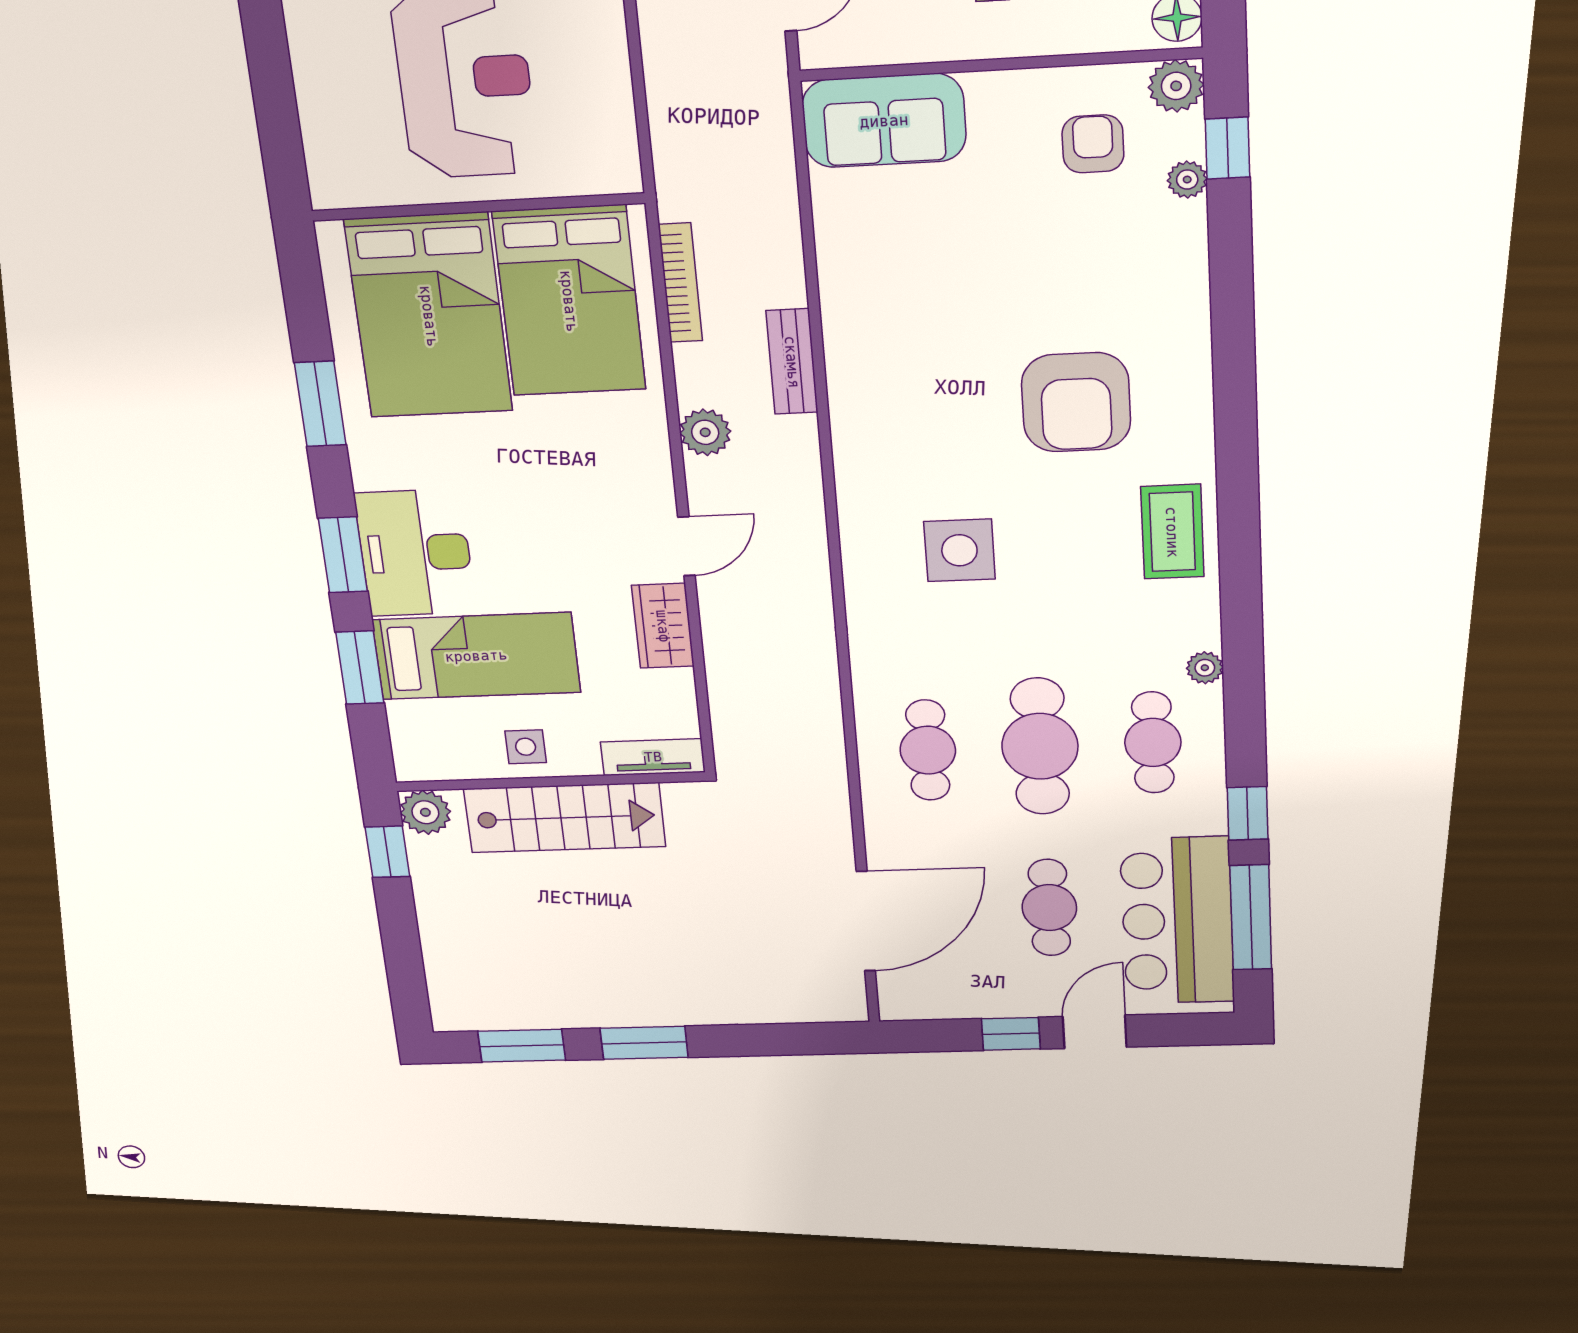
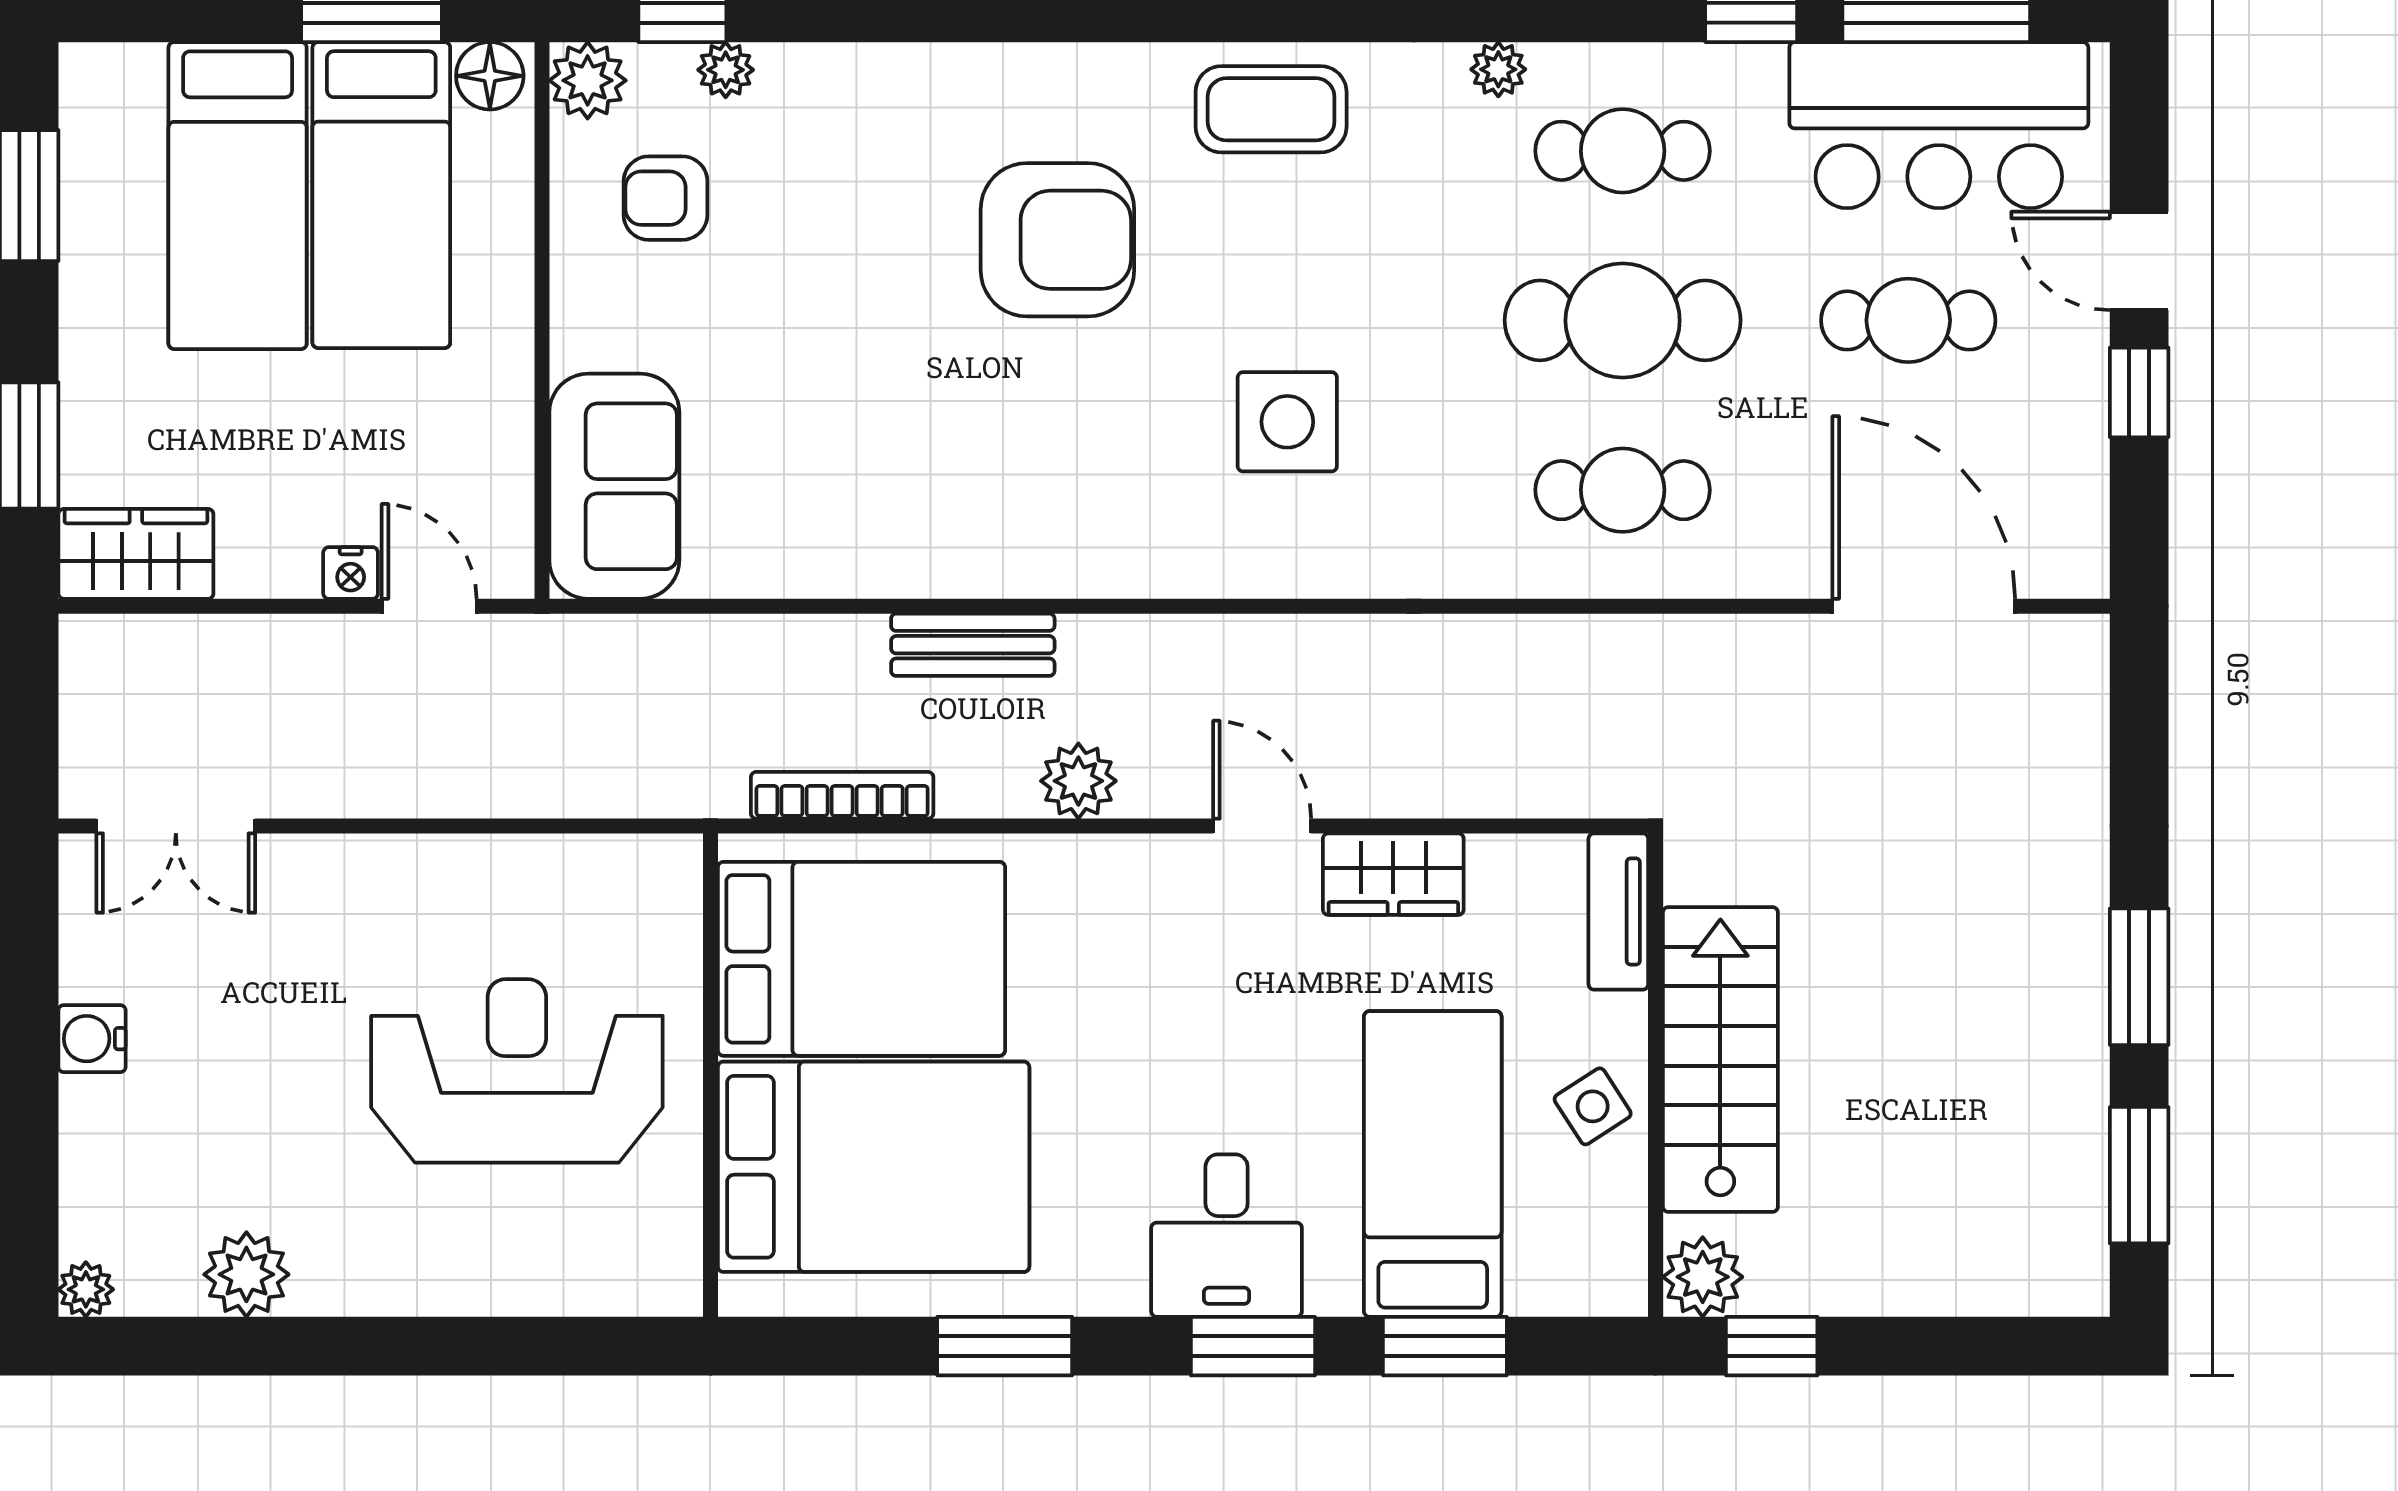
desk: (415, 553) -> (1227, 1236), width x0.73
side table: (526, 747) -> (1593, 1106), turned -33

